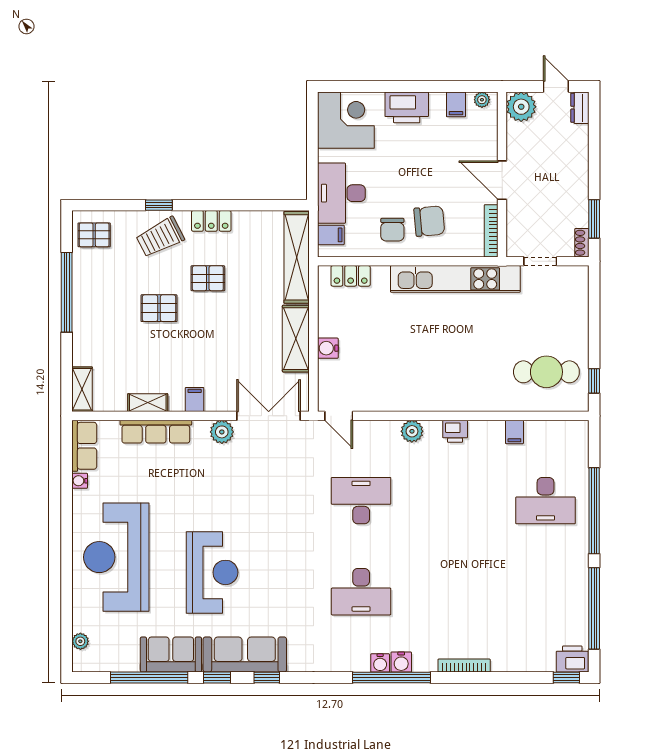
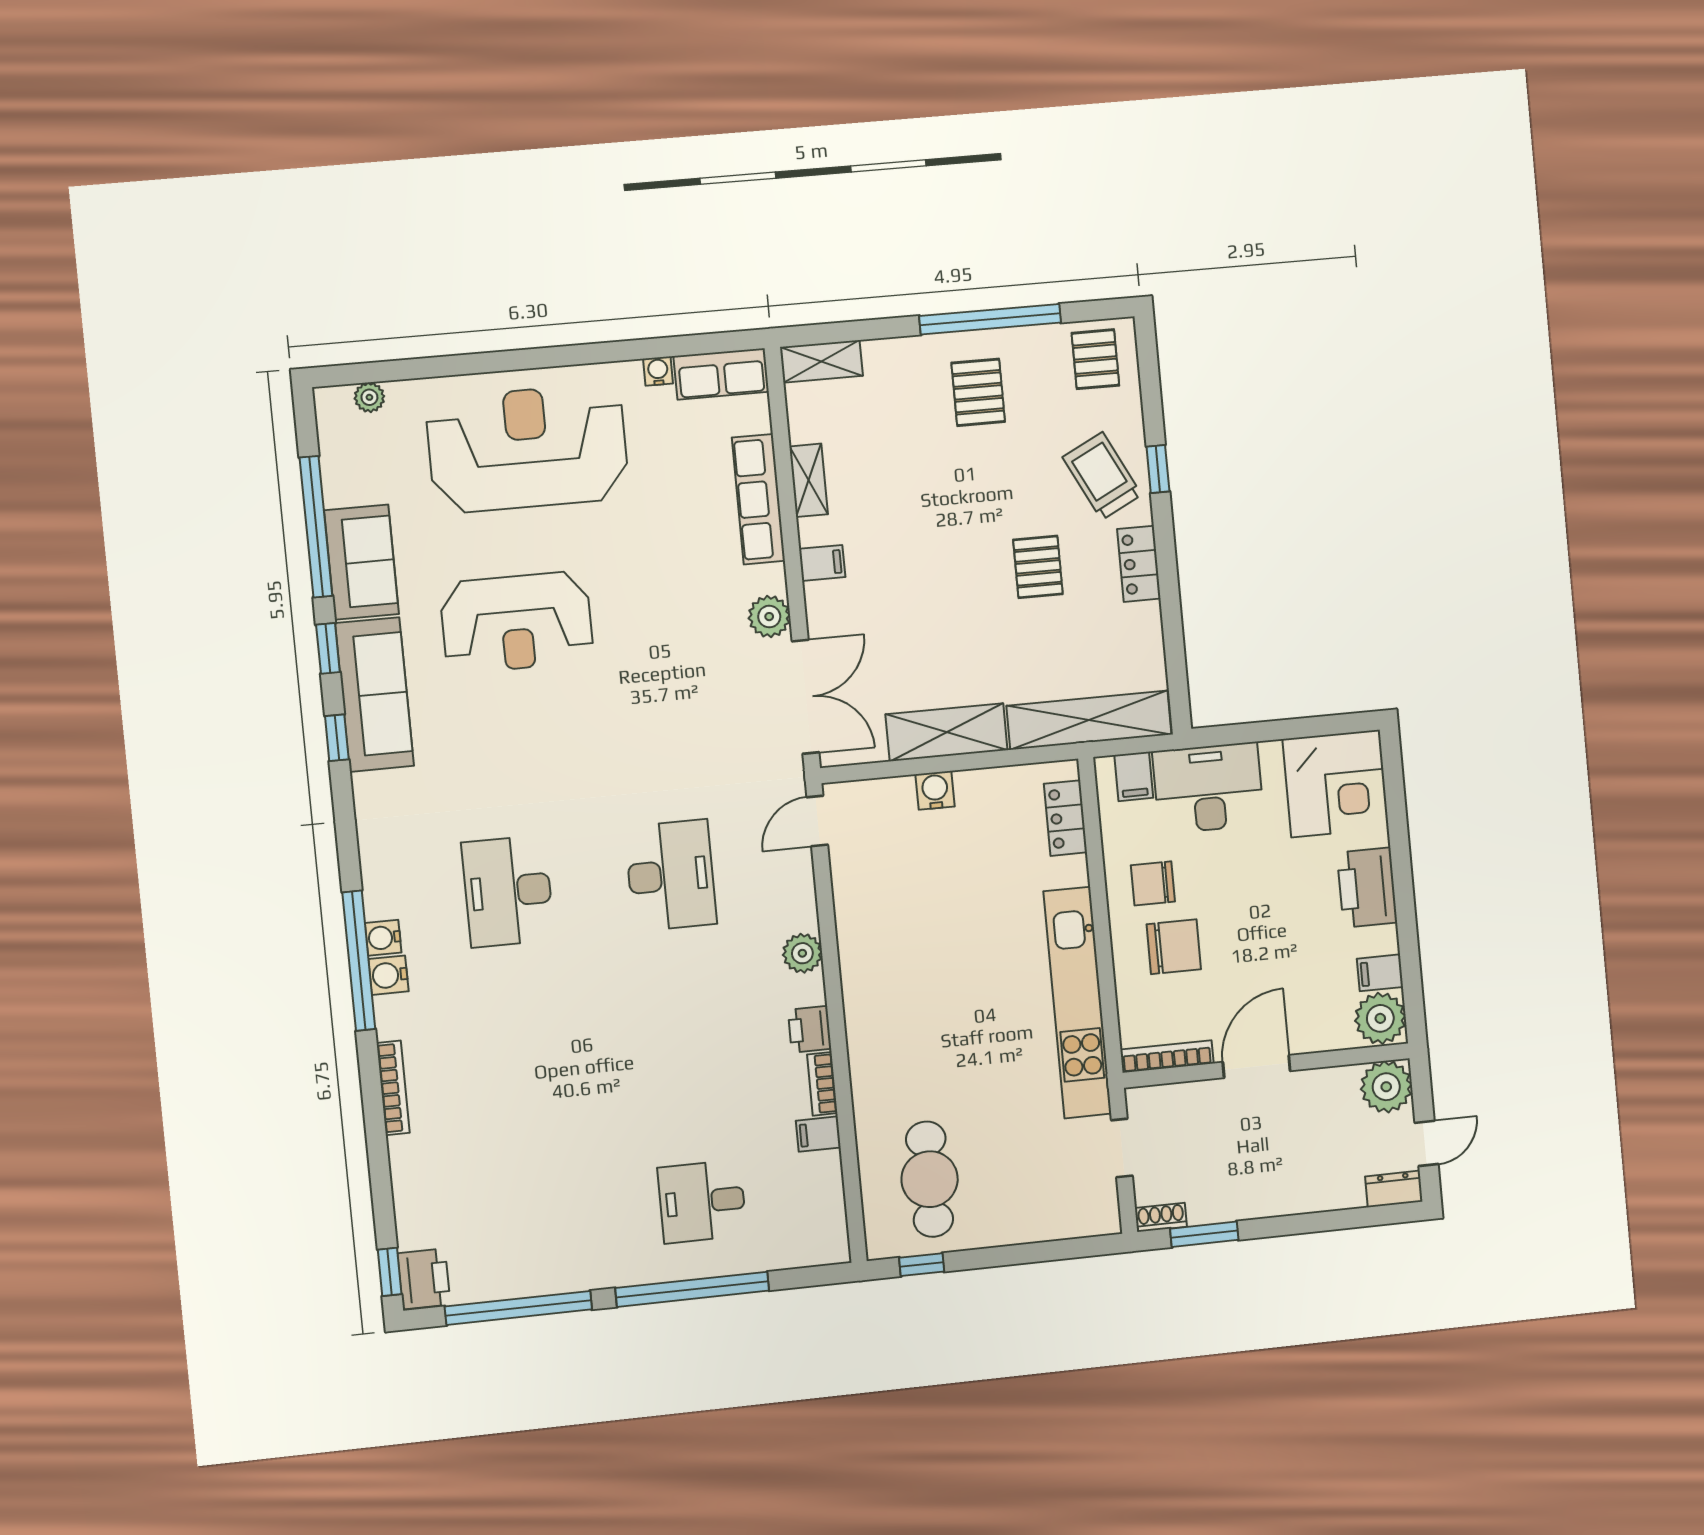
plant: (482, 100) -> (1380, 1018), width x1.88, depth x1.88
chair: (429, 221) -> (1174, 947), turned -85
pallet: (159, 308) -> (978, 392), moved
bookcase: (486, 427) -> (822, 1084), added
desk: (546, 501) -> (702, 1202), width x0.73

